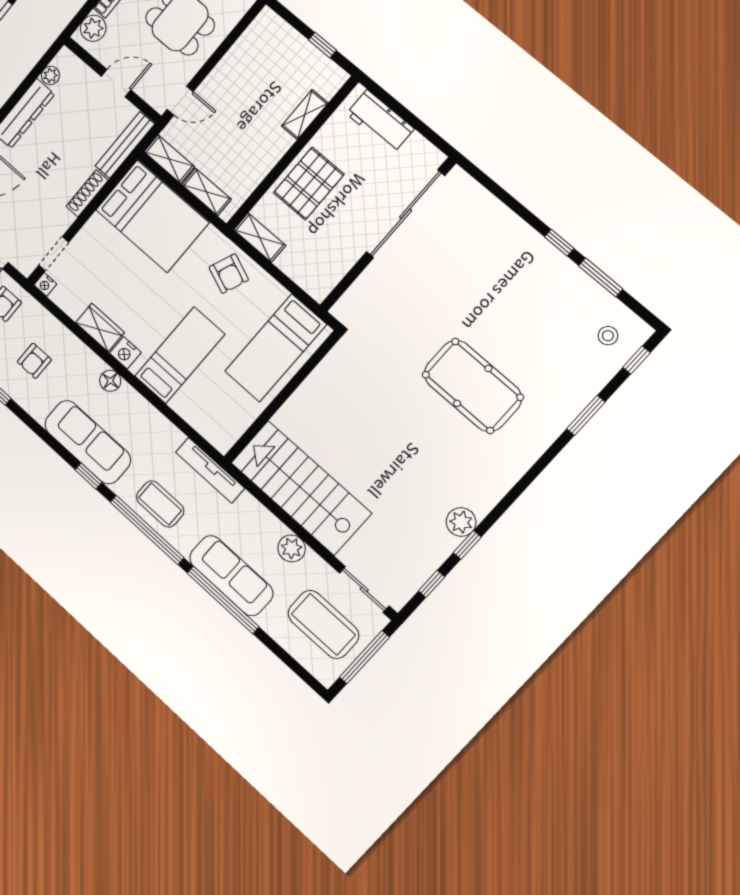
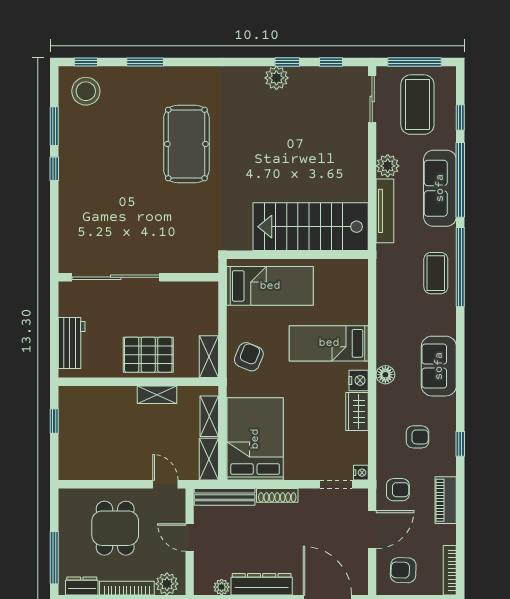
shelving: (305, 115) -> (157, 395), moved
stool: (608, 336) -> (86, 91), width x1.89, depth x1.89
sofa: (88, 442) -> (439, 366), width x0.73
tv unit: (210, 470) -> (385, 211), moved
window: (88, 476) -> (460, 117), moved
stairs: (301, 488) -> (311, 227), moved, turned 90

